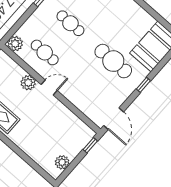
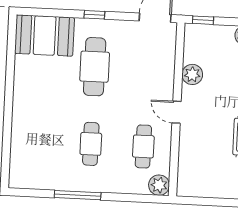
plant: (28, 83) -> (192, 74), moved

